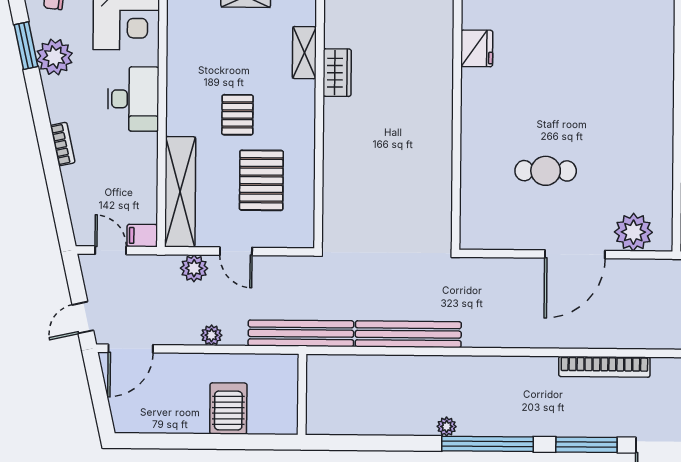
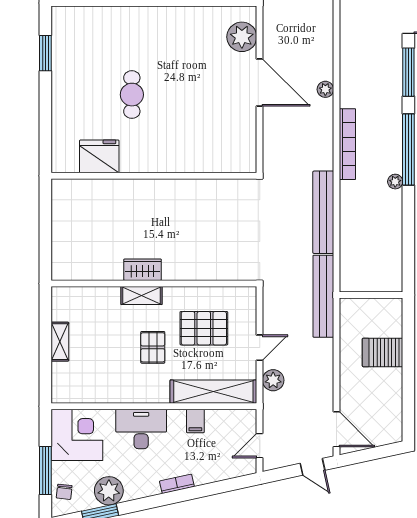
fridge: (477, 48) -> (99, 156), width x1.36, depth x1.34
shelving: (304, 53) -> (141, 295), moved
wardrobe: (337, 73) -> (143, 270), moved
pallet: (237, 115) -> (153, 347), turned 90
cafe table: (546, 171) -> (132, 95), moved
filing cabinet: (142, 235) -> (195, 421), moved
plant: (211, 335) -> (325, 89), moved
bookcase: (604, 367) -> (347, 144), moved

